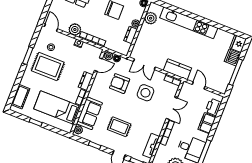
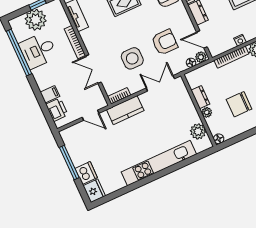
door: (98, 65) -> (202, 39), hinge flipped
filing cabinet: (207, 123) -> (50, 94), width x0.50

